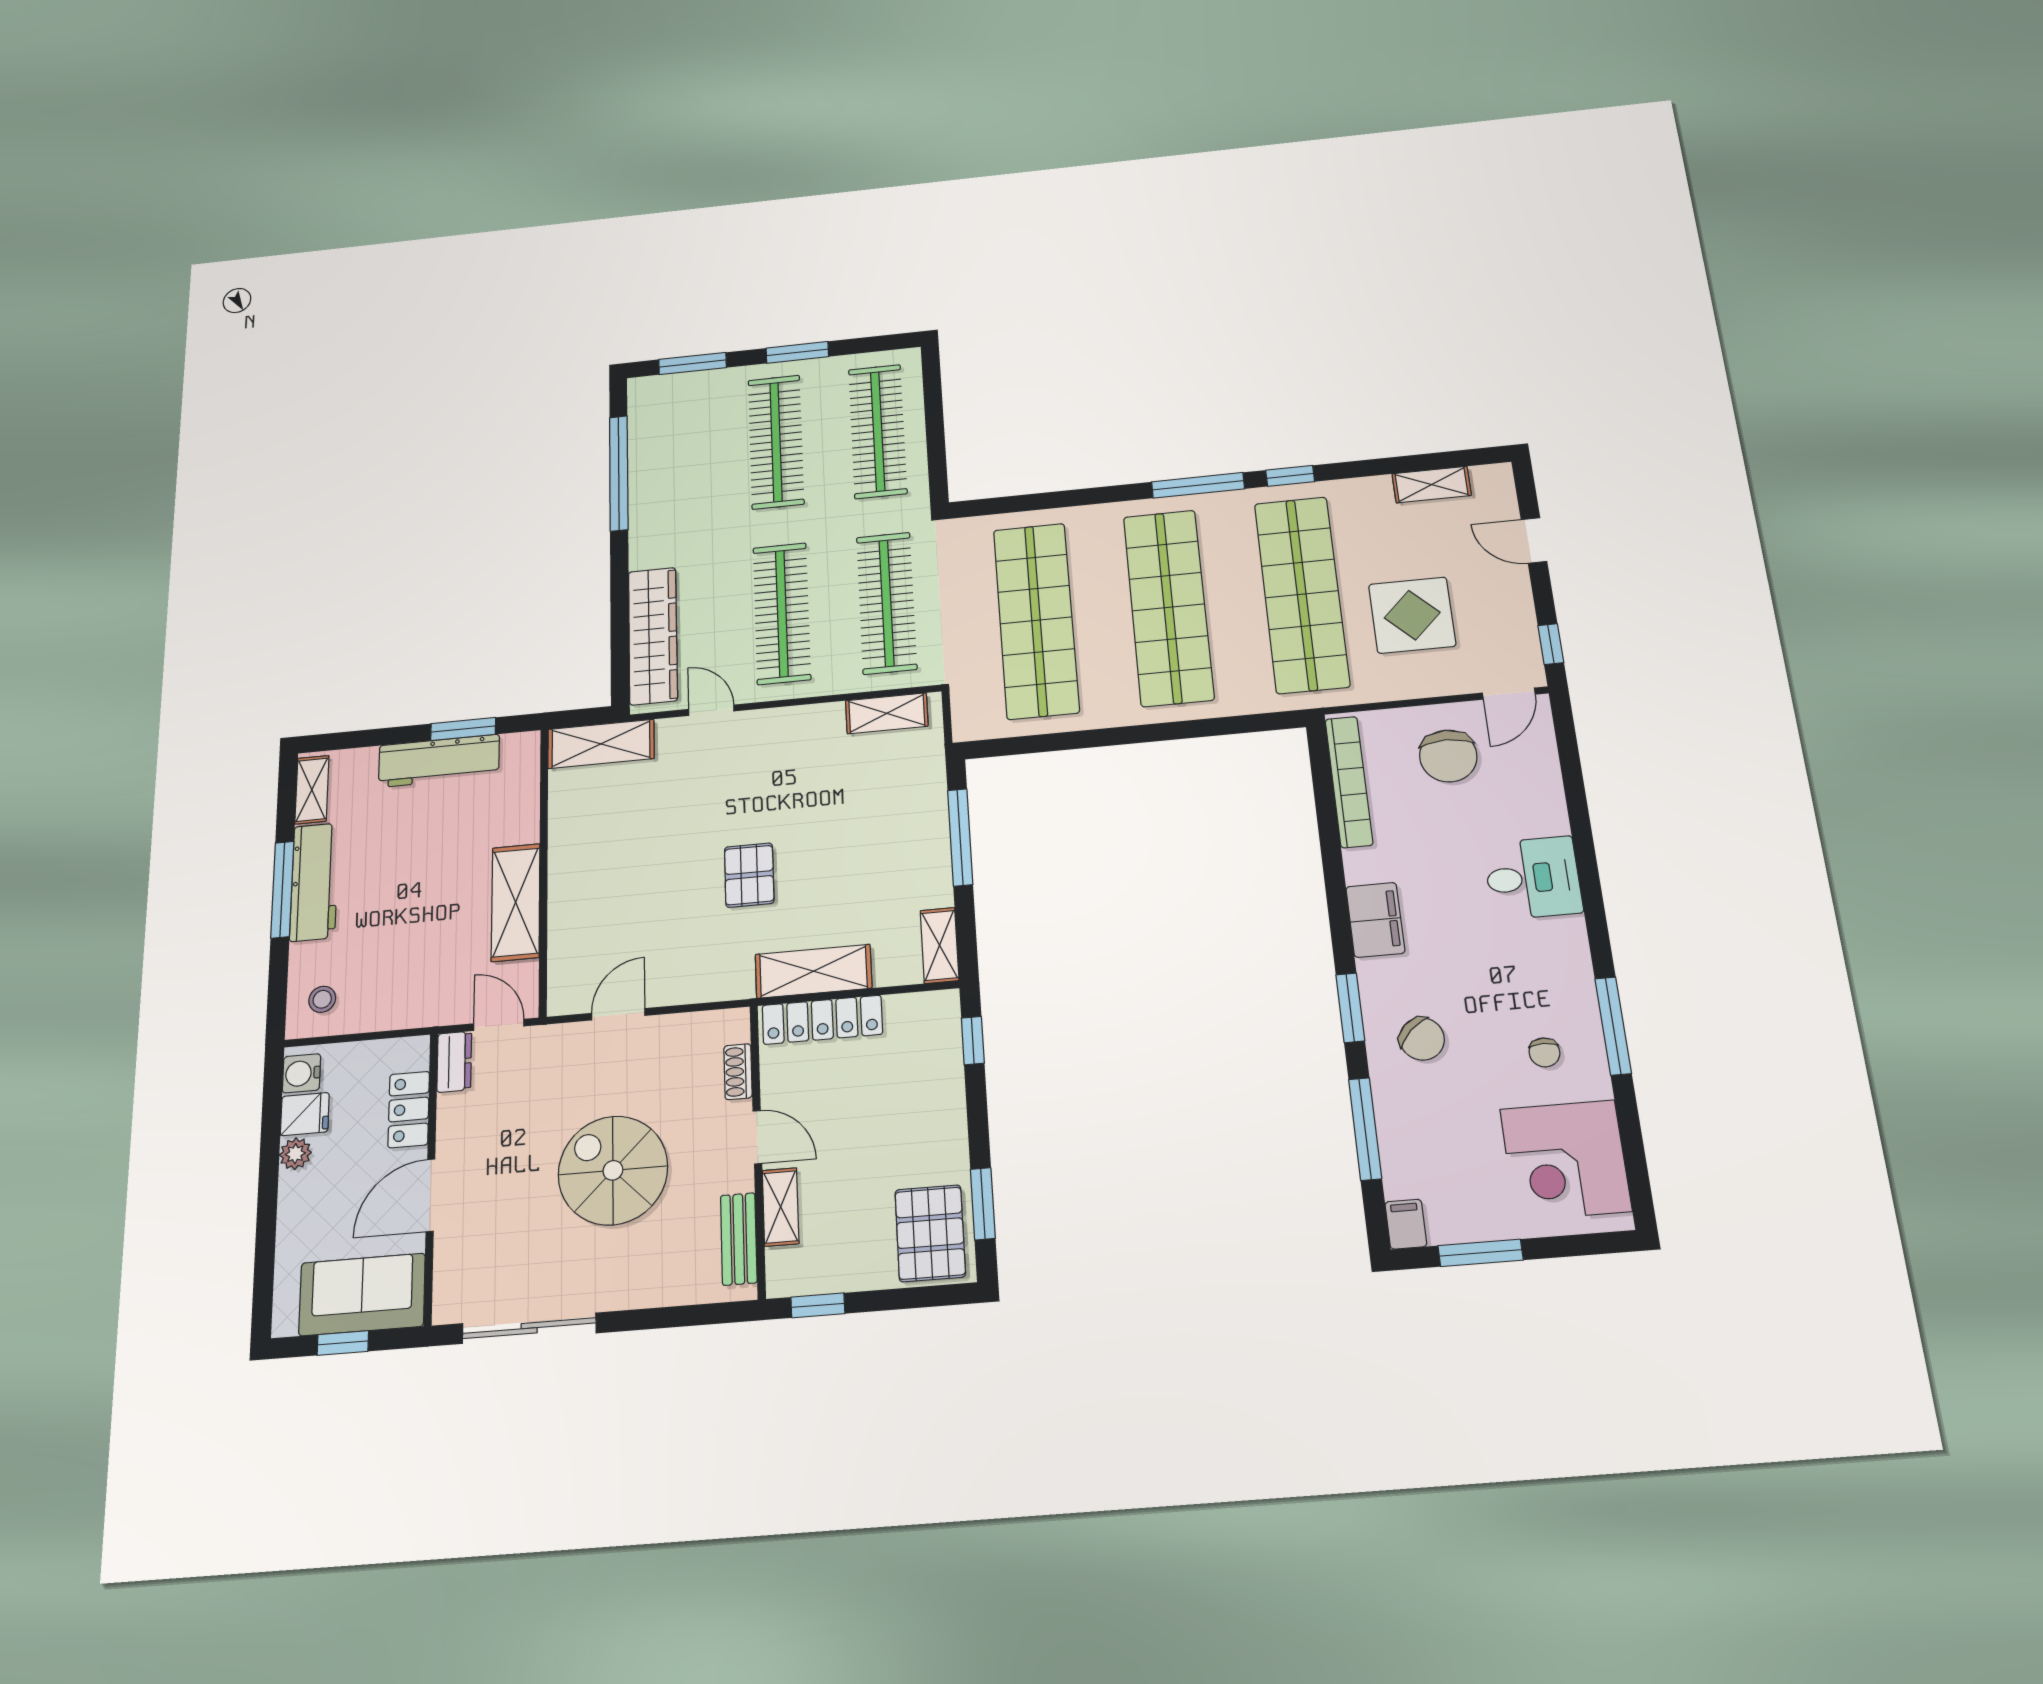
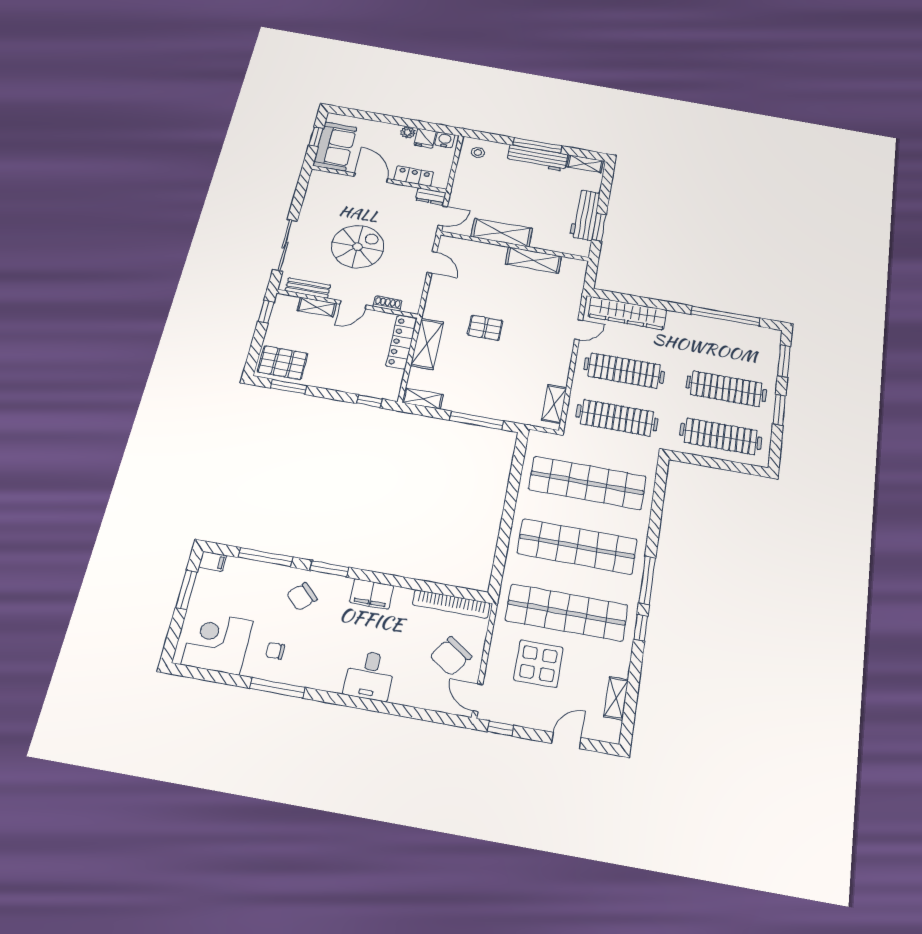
shelving: (601, 744) -> (533, 260), moved, turned 90
chair: (1448, 756) -> (451, 656), turned -55
sliding door: (529, 1328) -> (285, 245), moved

